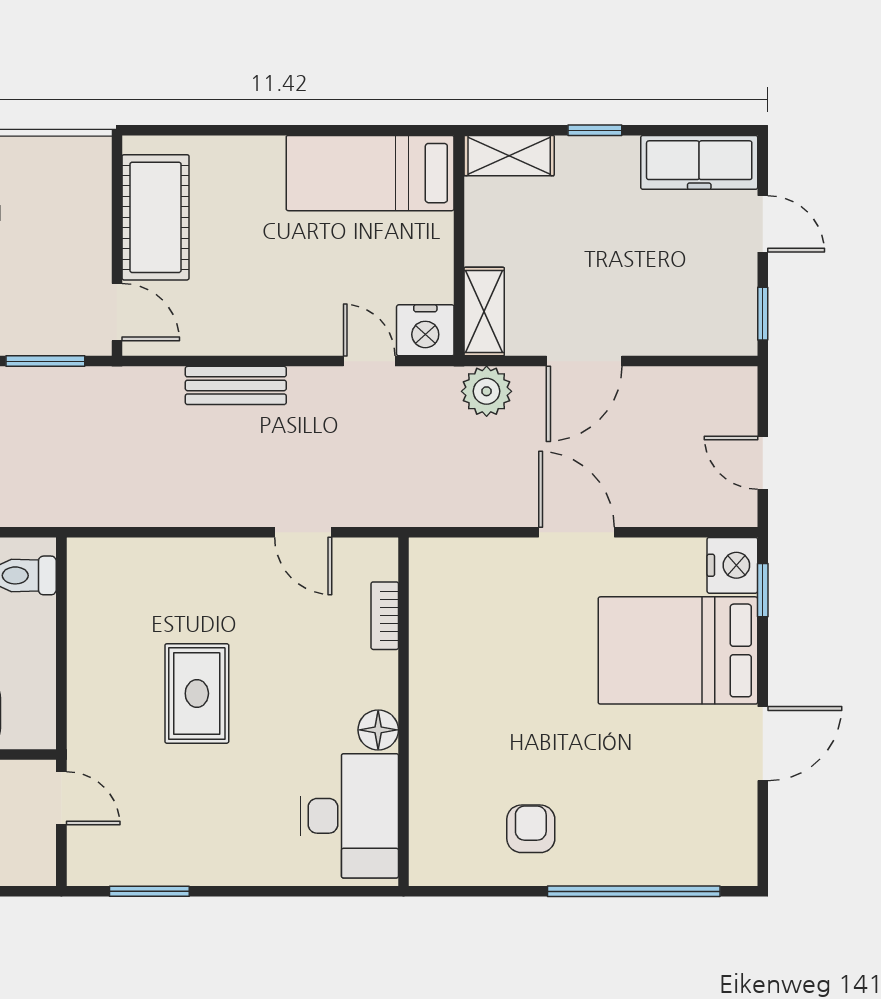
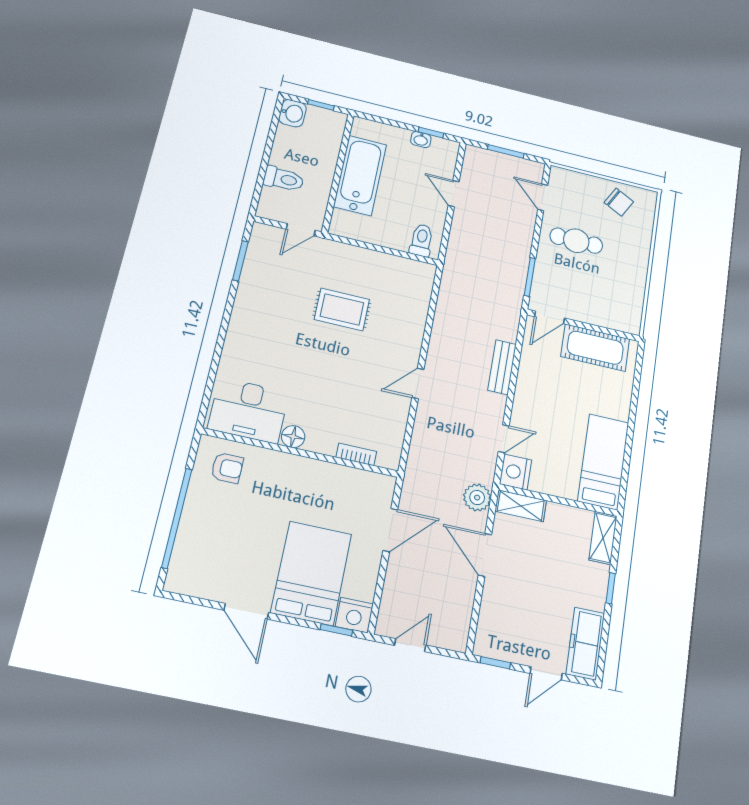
bookcase: (385, 616) -> (356, 454), moved
wall: (403, 712) -> (300, 453), moved
floor lamp: (378, 730) -> (293, 437), moved
desk: (349, 816) -> (248, 410), moved

